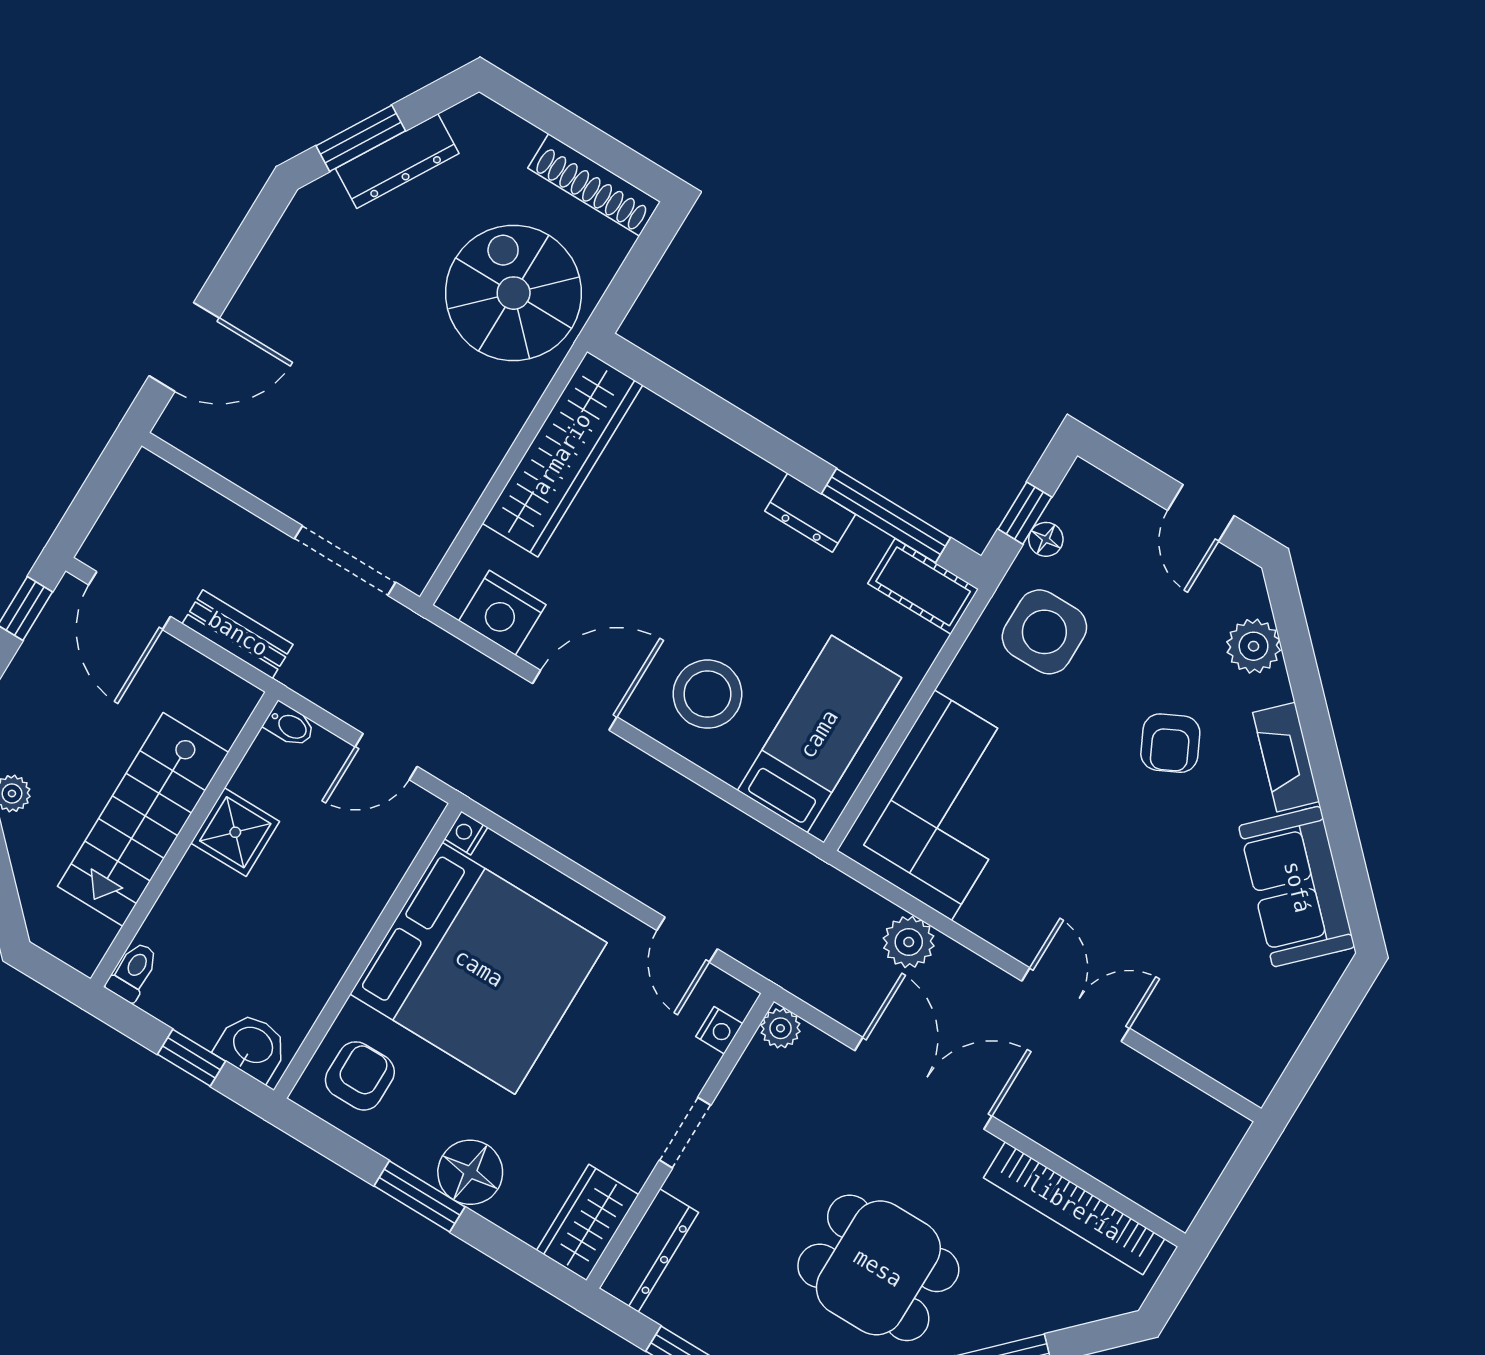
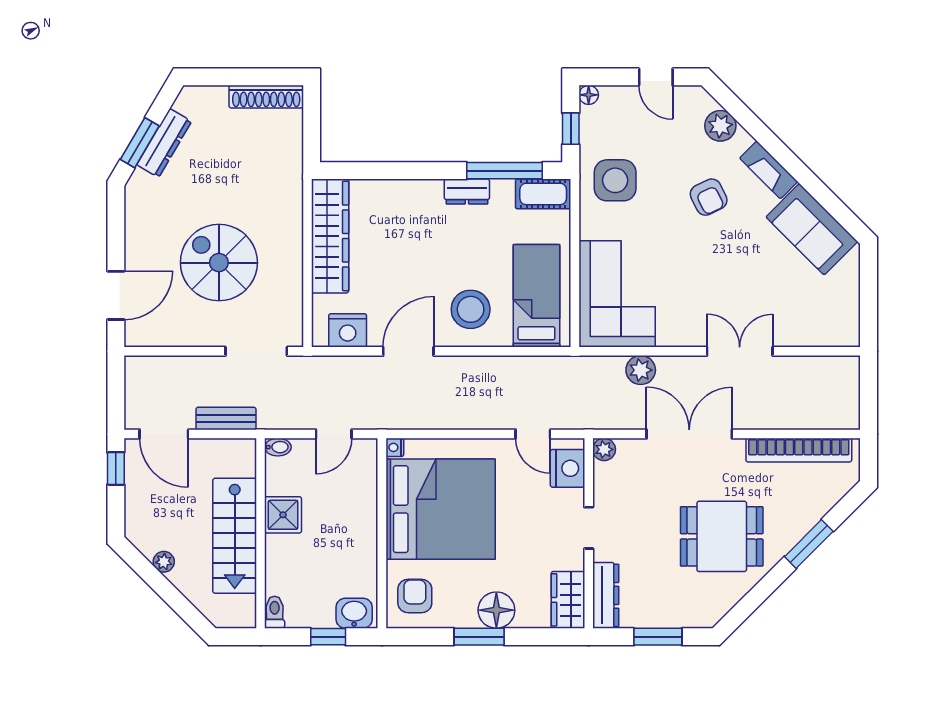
spiral stairs: (514, 293) -> (219, 263), moved
floor lamp: (1046, 539) -> (589, 95), moved
nightstand: (719, 1030) -> (568, 468), width x1.89, depth x1.79

